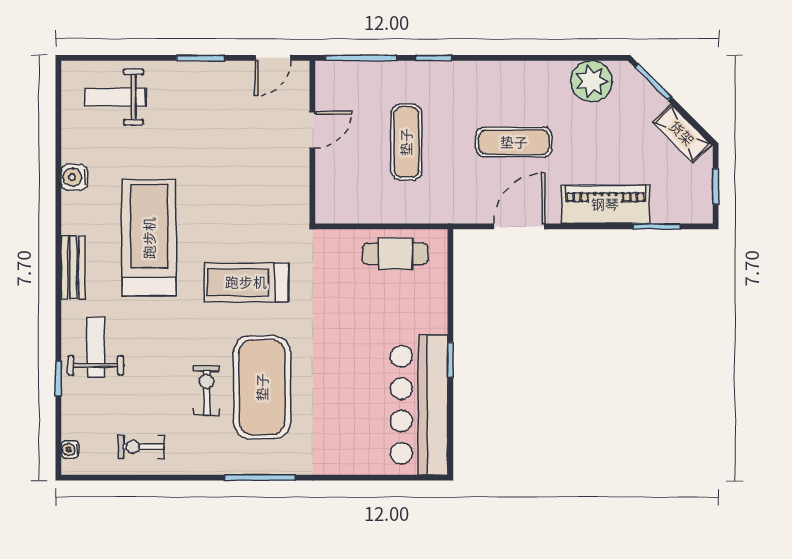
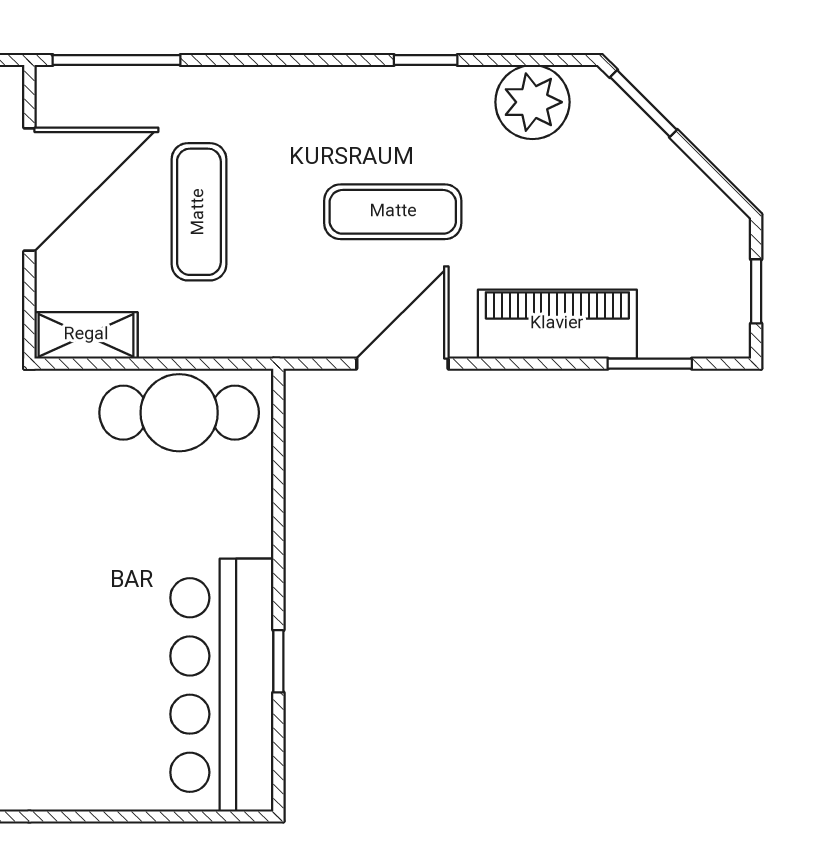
window: (434, 58) -> (426, 60), moved
door: (312, 130) -> (29, 189), width x1.87
shelving: (682, 133) -> (86, 335), moved, turned -45
cafe table: (395, 254) -> (179, 413), width x1.37, depth x1.35
window: (450, 360) -> (278, 661), moved

